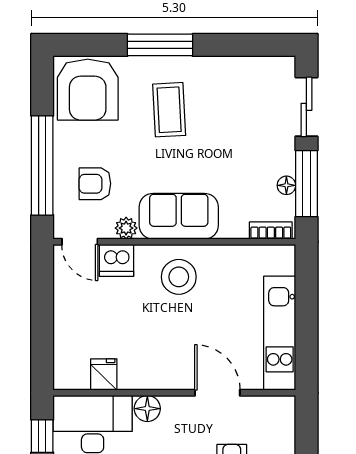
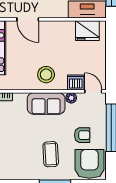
armchair: (95, 184) -> (82, 135), moved
fridge: (104, 374) -> (87, 31), width x1.88, depth x1.34
floor lamp: (147, 409) -> (61, 12), removed

